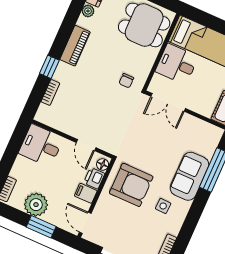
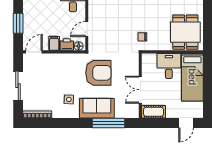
double door: (168, 102) -> (140, 90), moved
armchair: (131, 185) -> (98, 73), moved, turned -90
plant: (36, 205) -> (31, 13), removed

